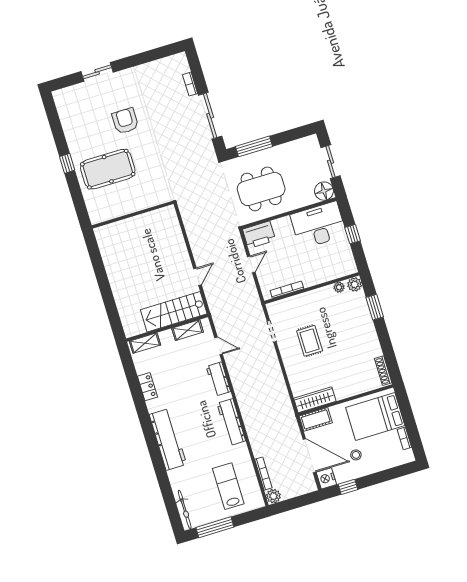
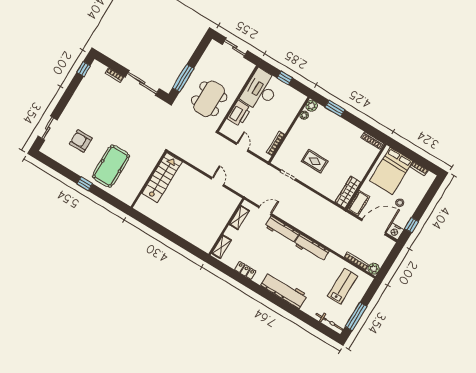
window: (165, 51) -> (84, 69), added
sliding door: (97, 72) -> (48, 128), moved
armchair: (125, 121) -> (81, 141), moved
floor lamp: (324, 191) -> (246, 68), removed
printer: (259, 235) -> (239, 113), moved
stairs: (174, 312) -> (162, 178), moved, turned 180
workbench: (218, 379) -> (282, 230), width x1.38
lab bench: (228, 486) -> (343, 286), turned 90

